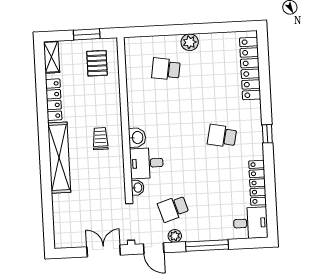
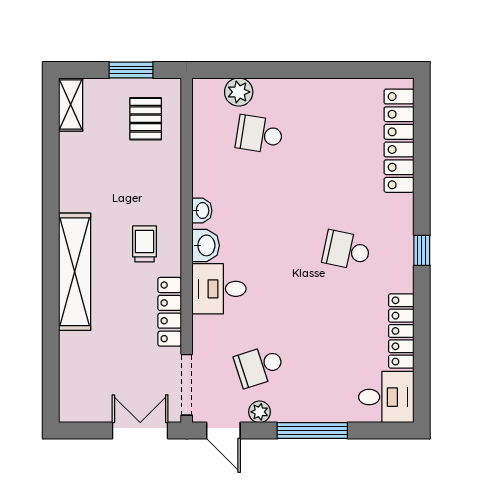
plant: (190, 42) -> (239, 92), moved
locker: (54, 100) -> (170, 312), moved, turned 180
washbasin: (138, 188) -> (202, 211), moved

